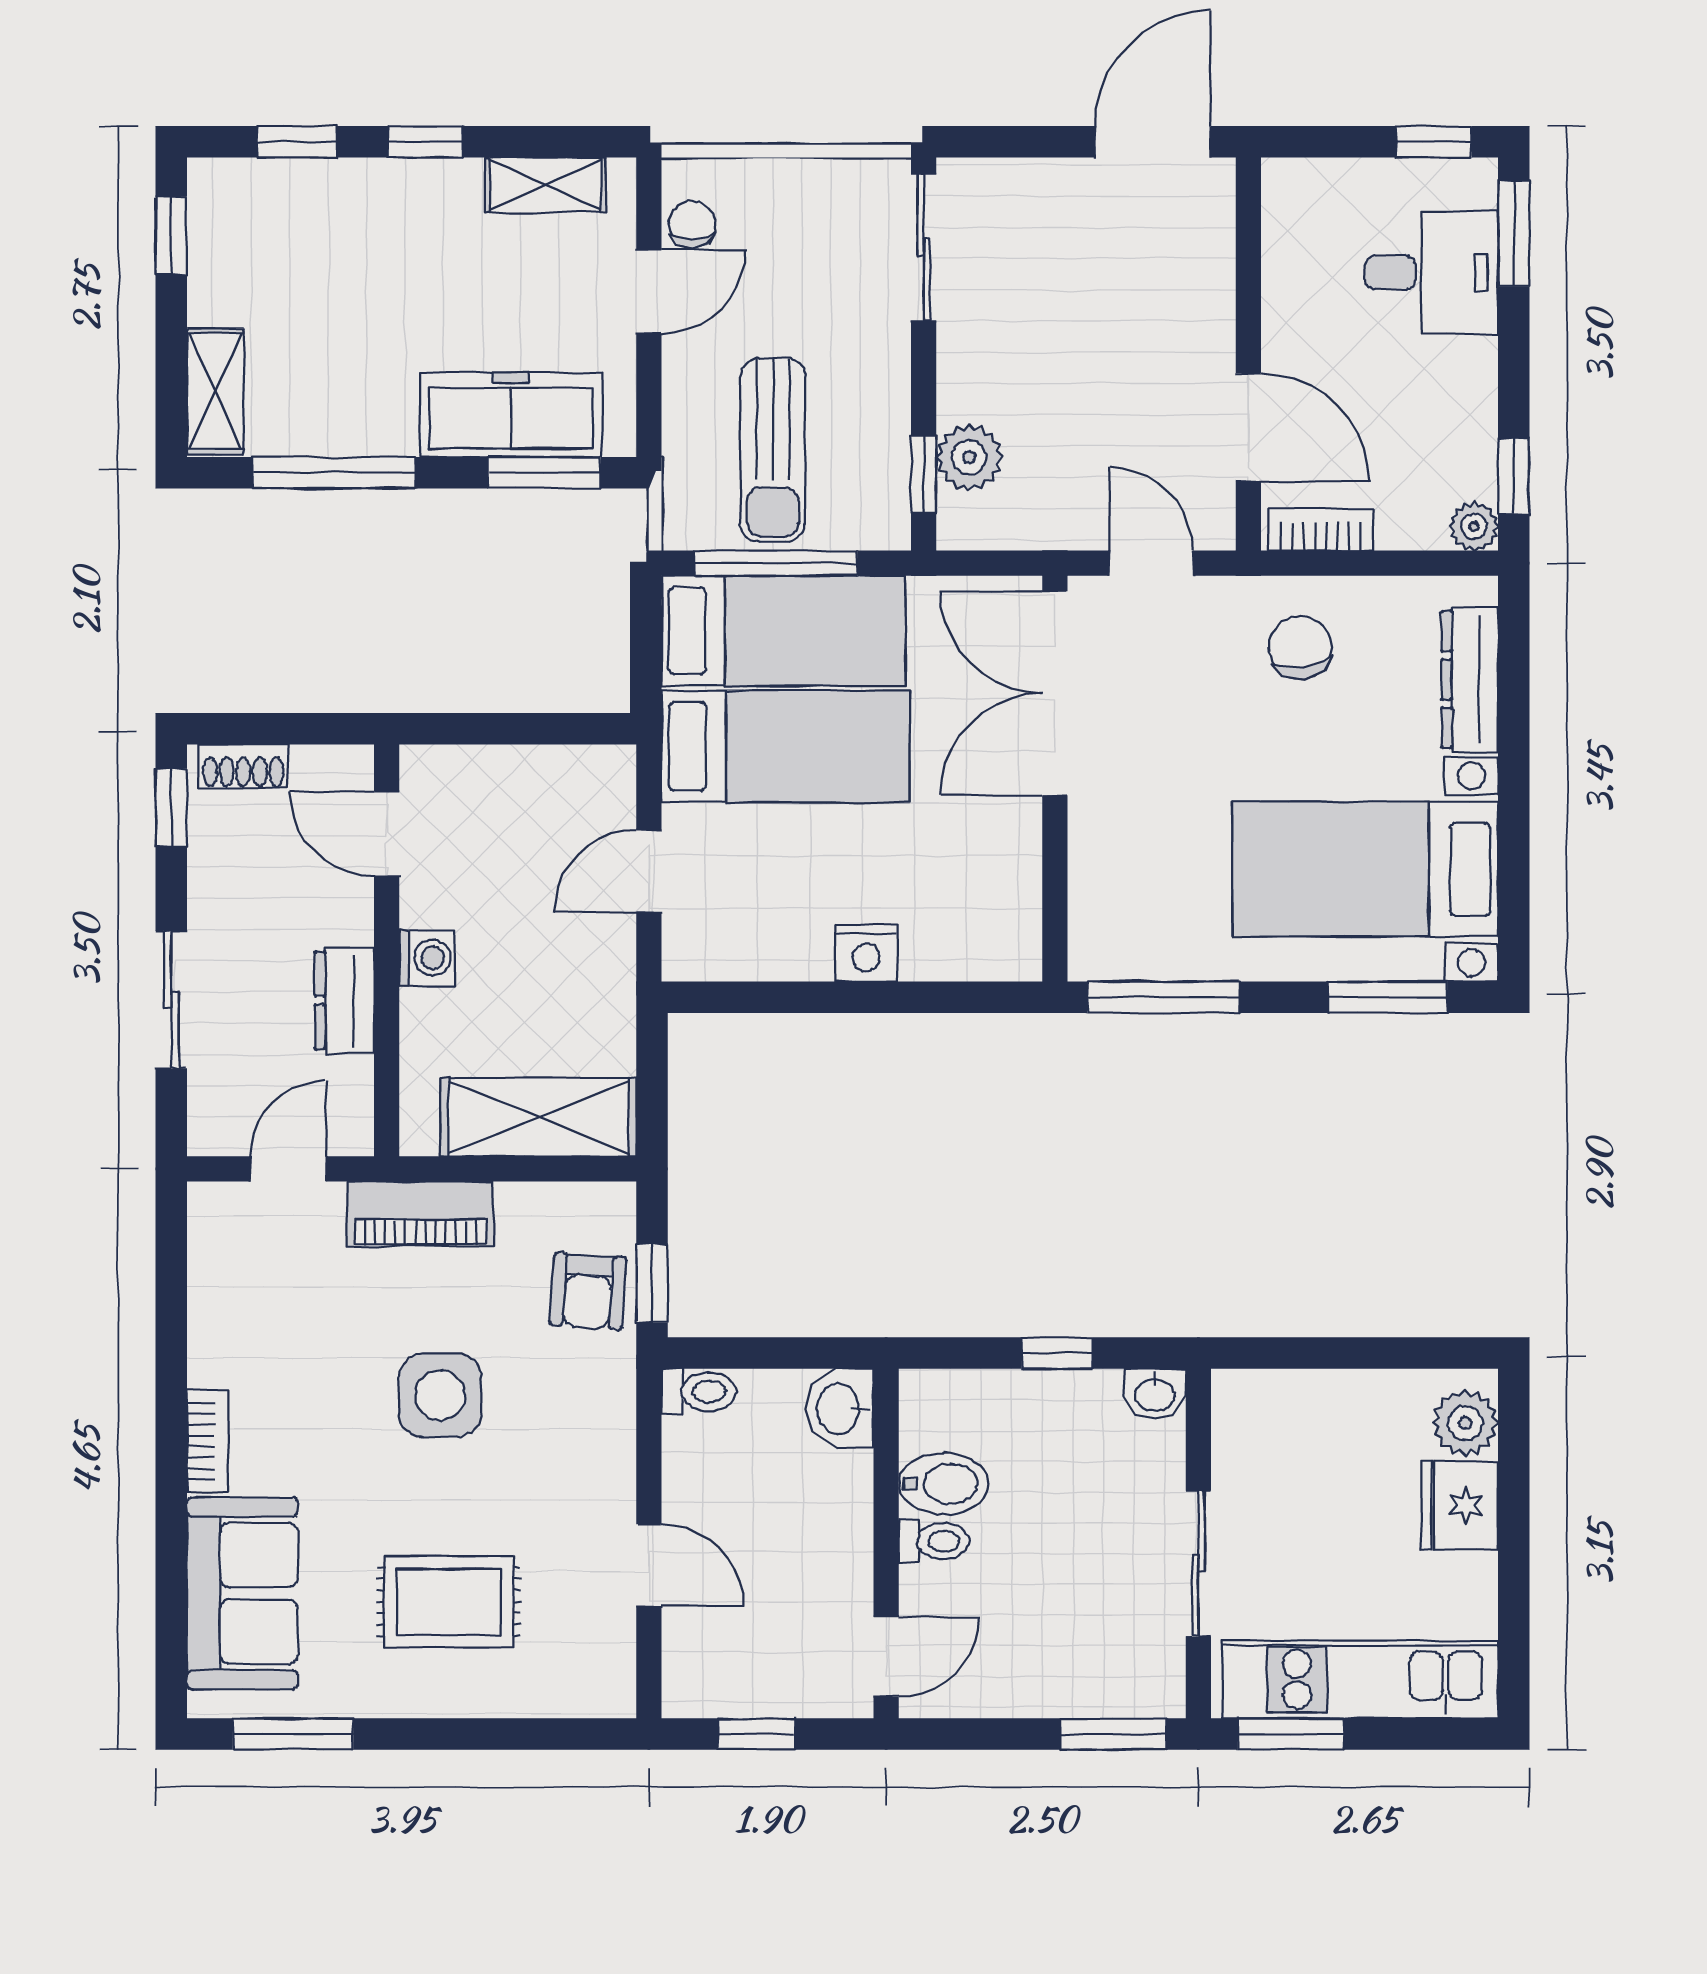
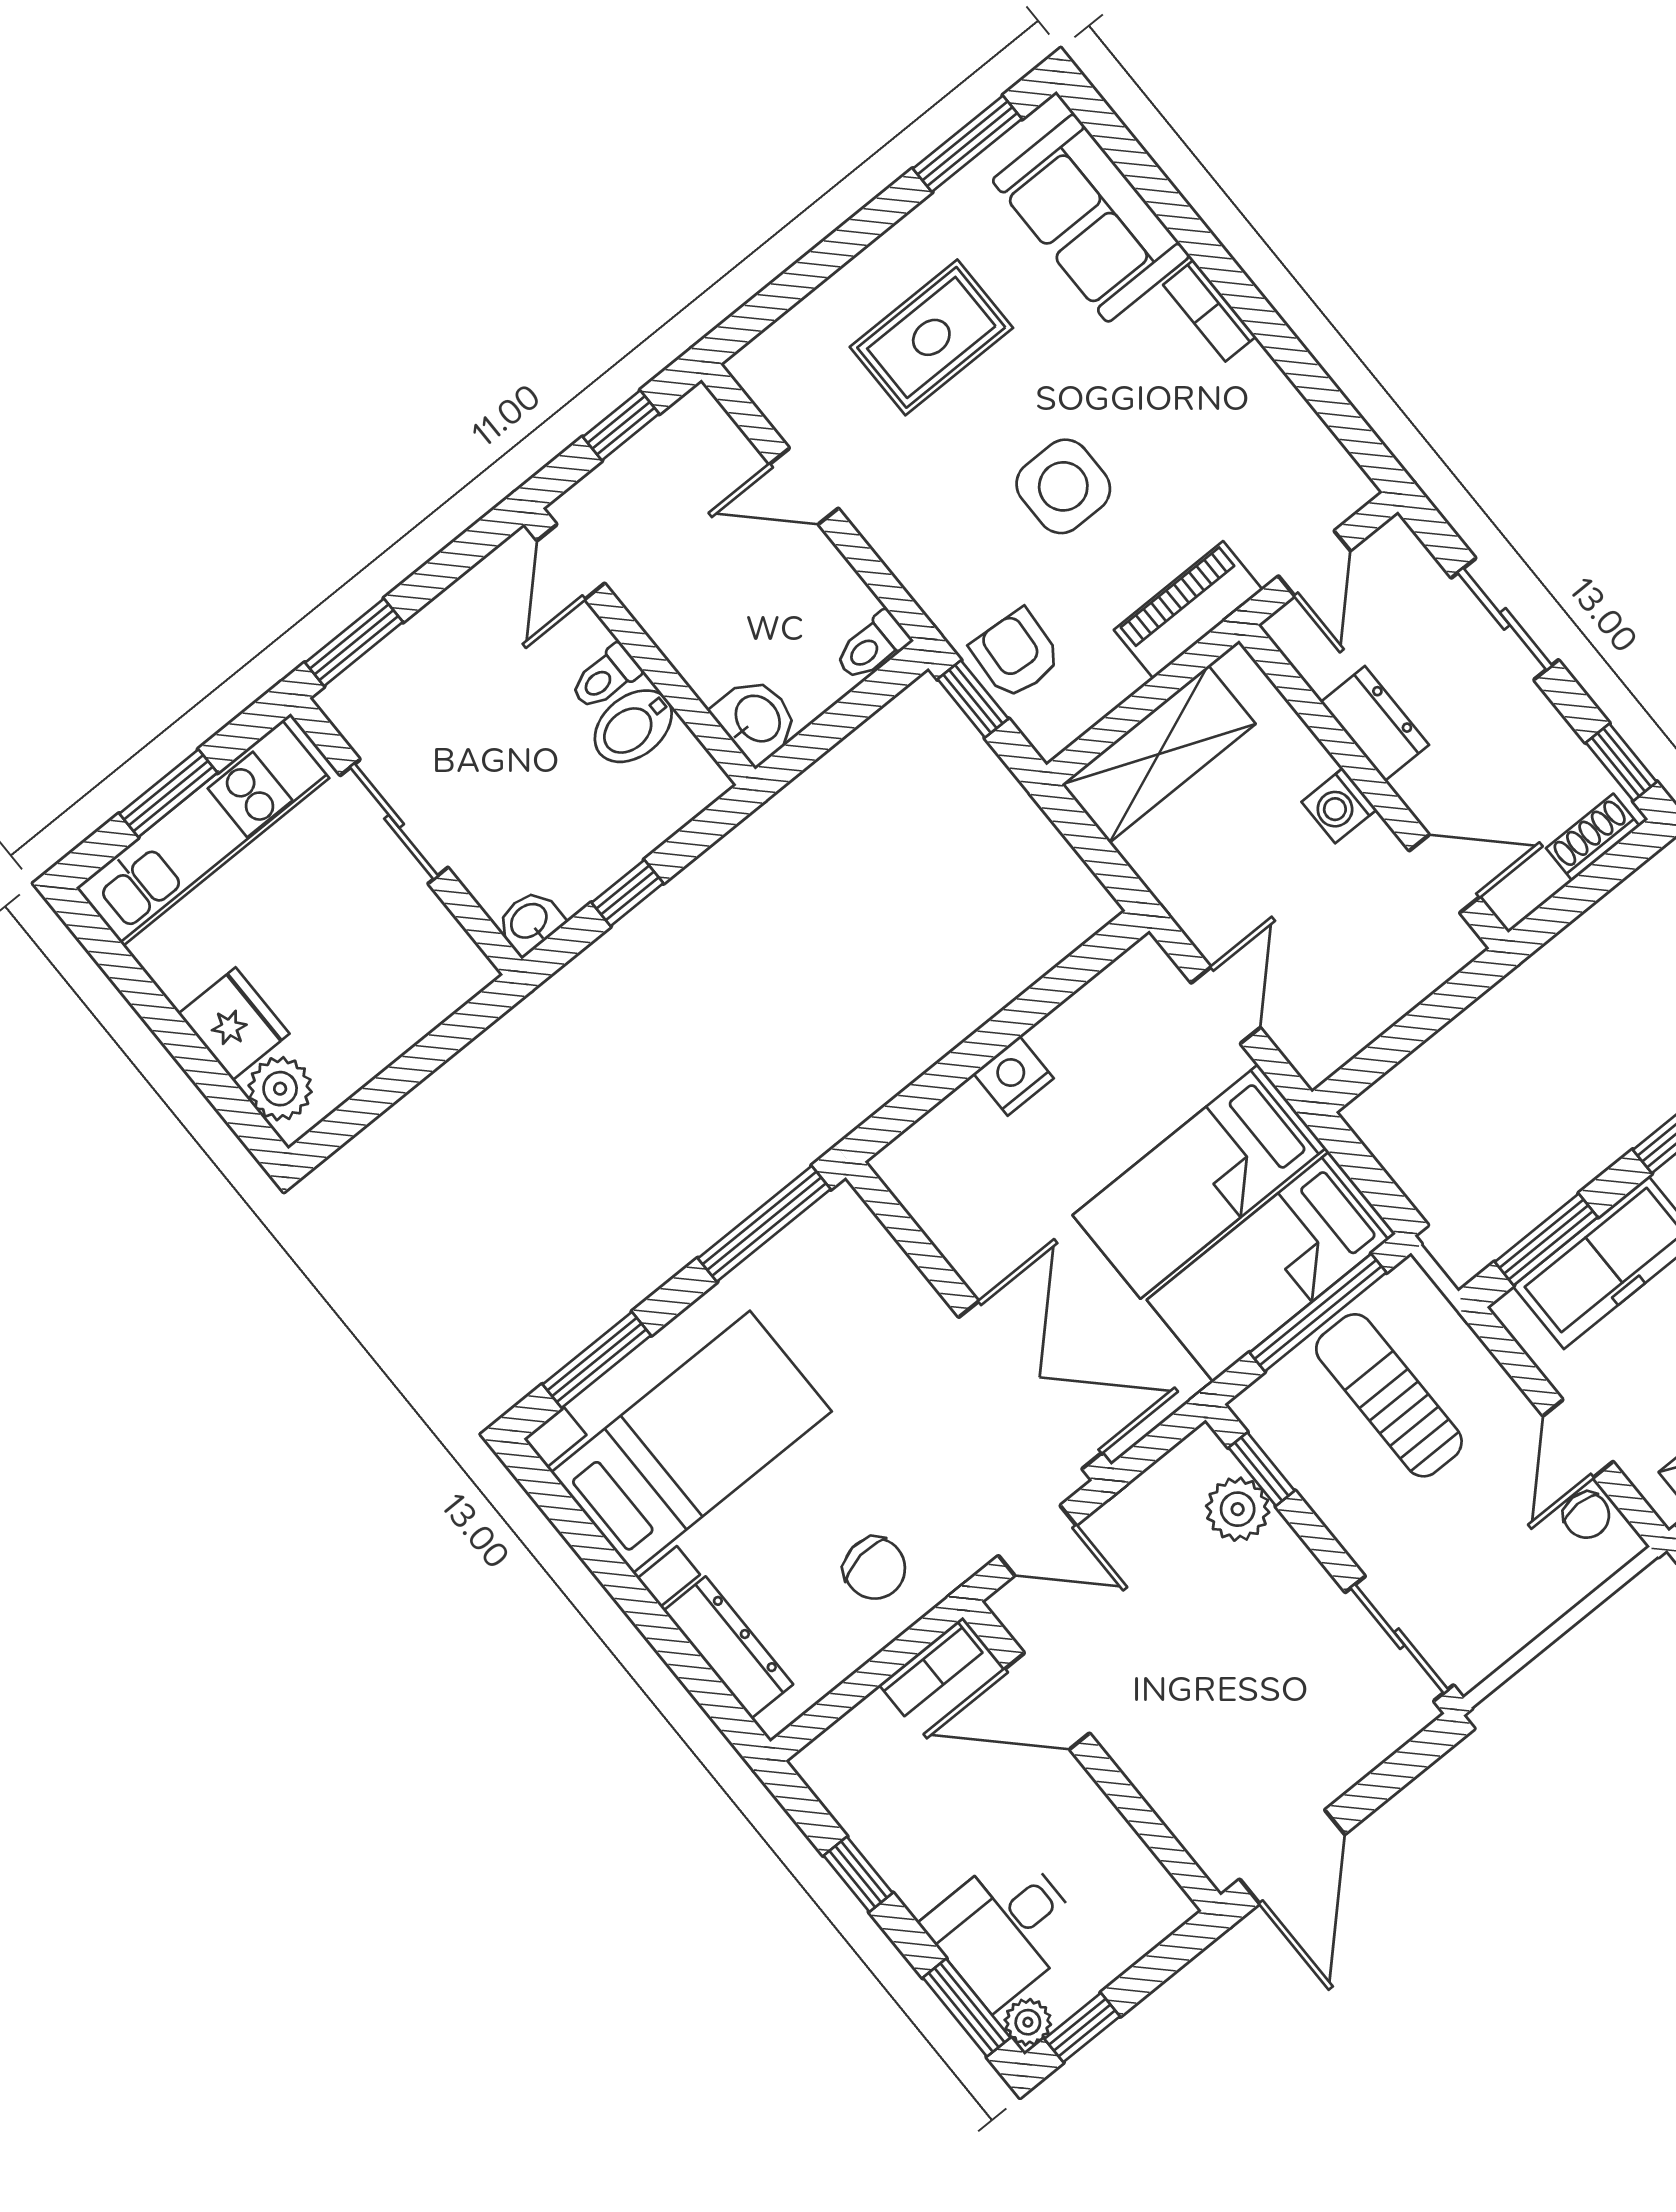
window: (1514, 476) -> (858, 1874), moved
plant: (1474, 526) -> (1028, 2022), moved
window: (1291, 1734) -> (168, 793), moved

